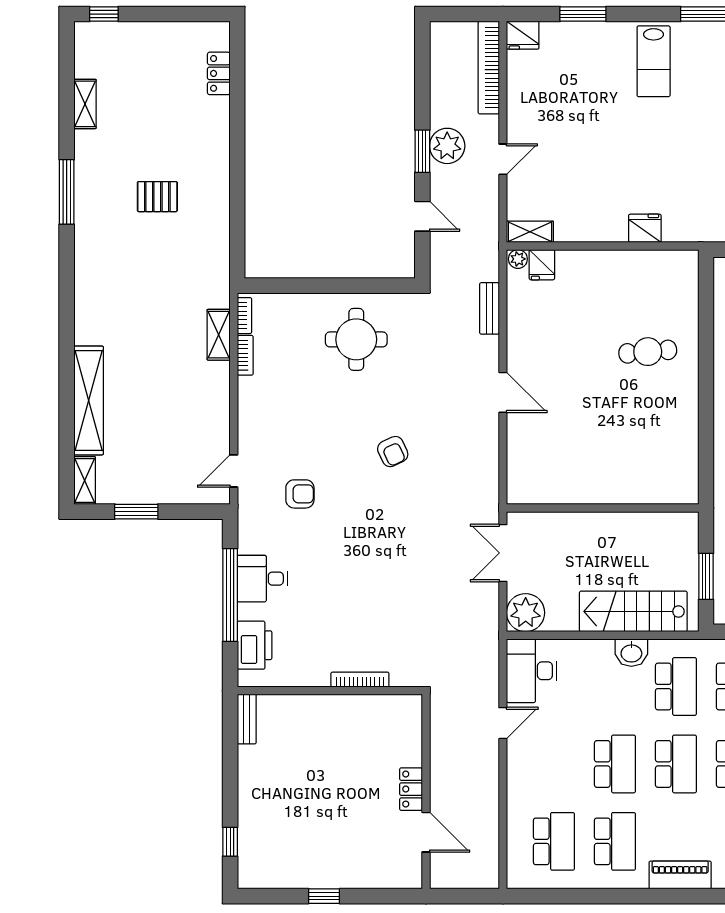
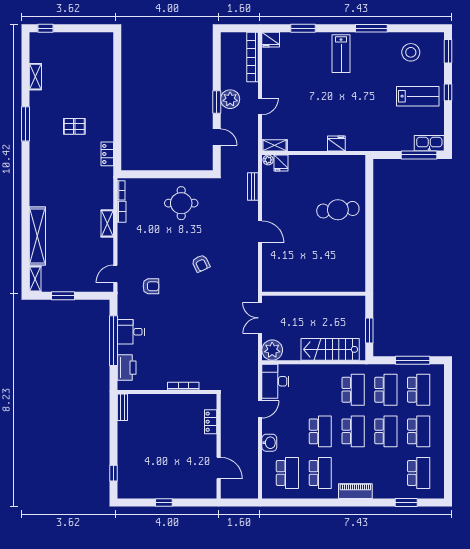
locker: (219, 73) -> (107, 154), moved
shelving: (219, 335) -> (107, 223), moved
cafe table: (648, 352) -> (338, 210), width x1.37, depth x1.35
washbasin: (631, 653) -> (269, 443), moved, turned -90
locker: (411, 789) -> (211, 422), moved

